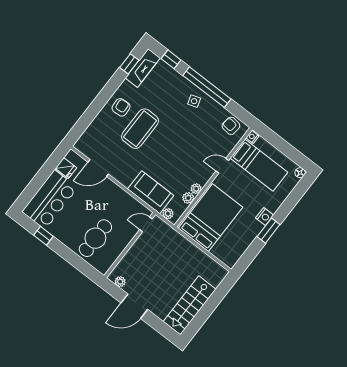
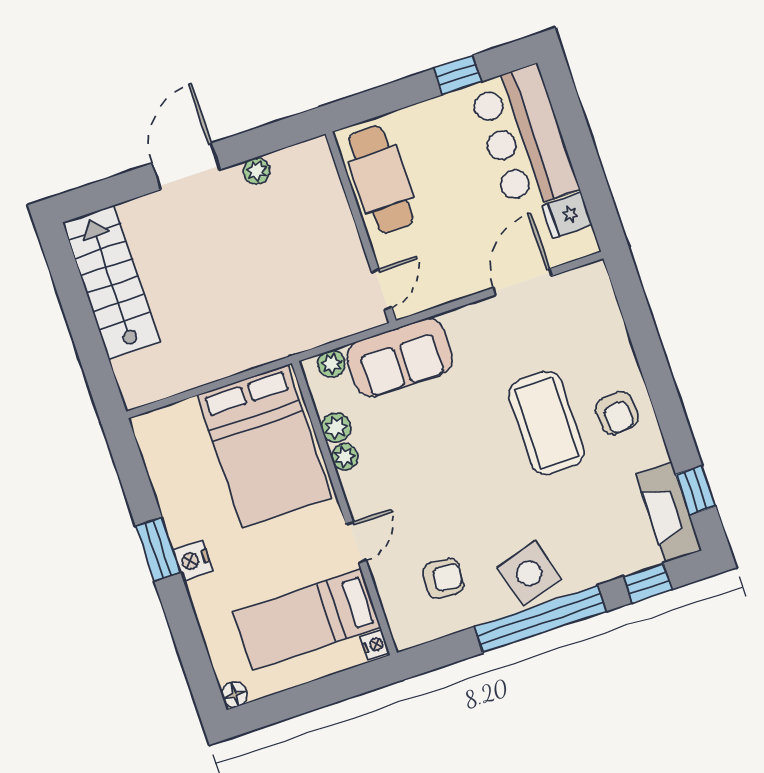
side table: (194, 101) -> (529, 573), width x1.87, depth x1.87
armchair: (231, 126) -> (443, 578), moved
door: (146, 224) -> (382, 289), moved
wall: (130, 245) -> (361, 227), moved

